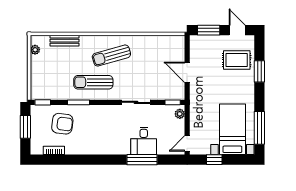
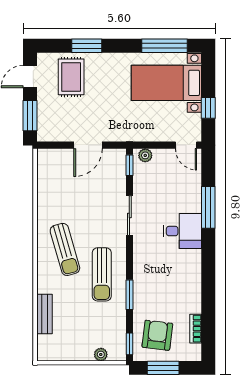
plant: (35, 50) -> (101, 354), moved
armchair: (62, 124) -> (157, 335), moved
desk: (144, 141) -> (182, 231), moved

